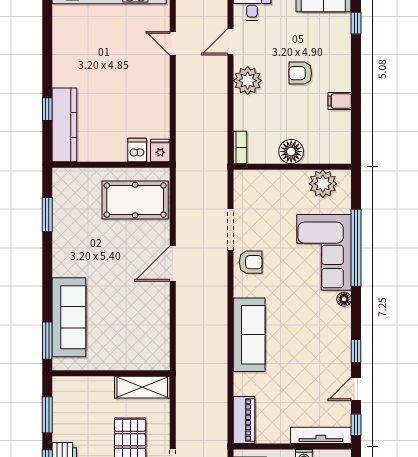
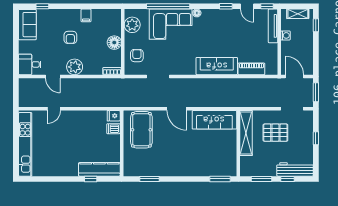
armchair: (251, 262) -> (137, 56), moved
sofa: (69, 317) -> (214, 120), moved, turned 180
shelving: (142, 387) -> (246, 133), width x1.47
piano: (244, 420) -> (251, 69), moved

